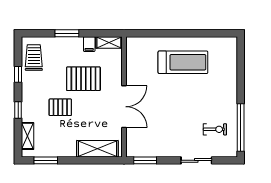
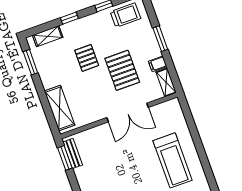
double door: (124, 107) -> (128, 113), moved
bench: (143, 152) -> (73, 153), added

